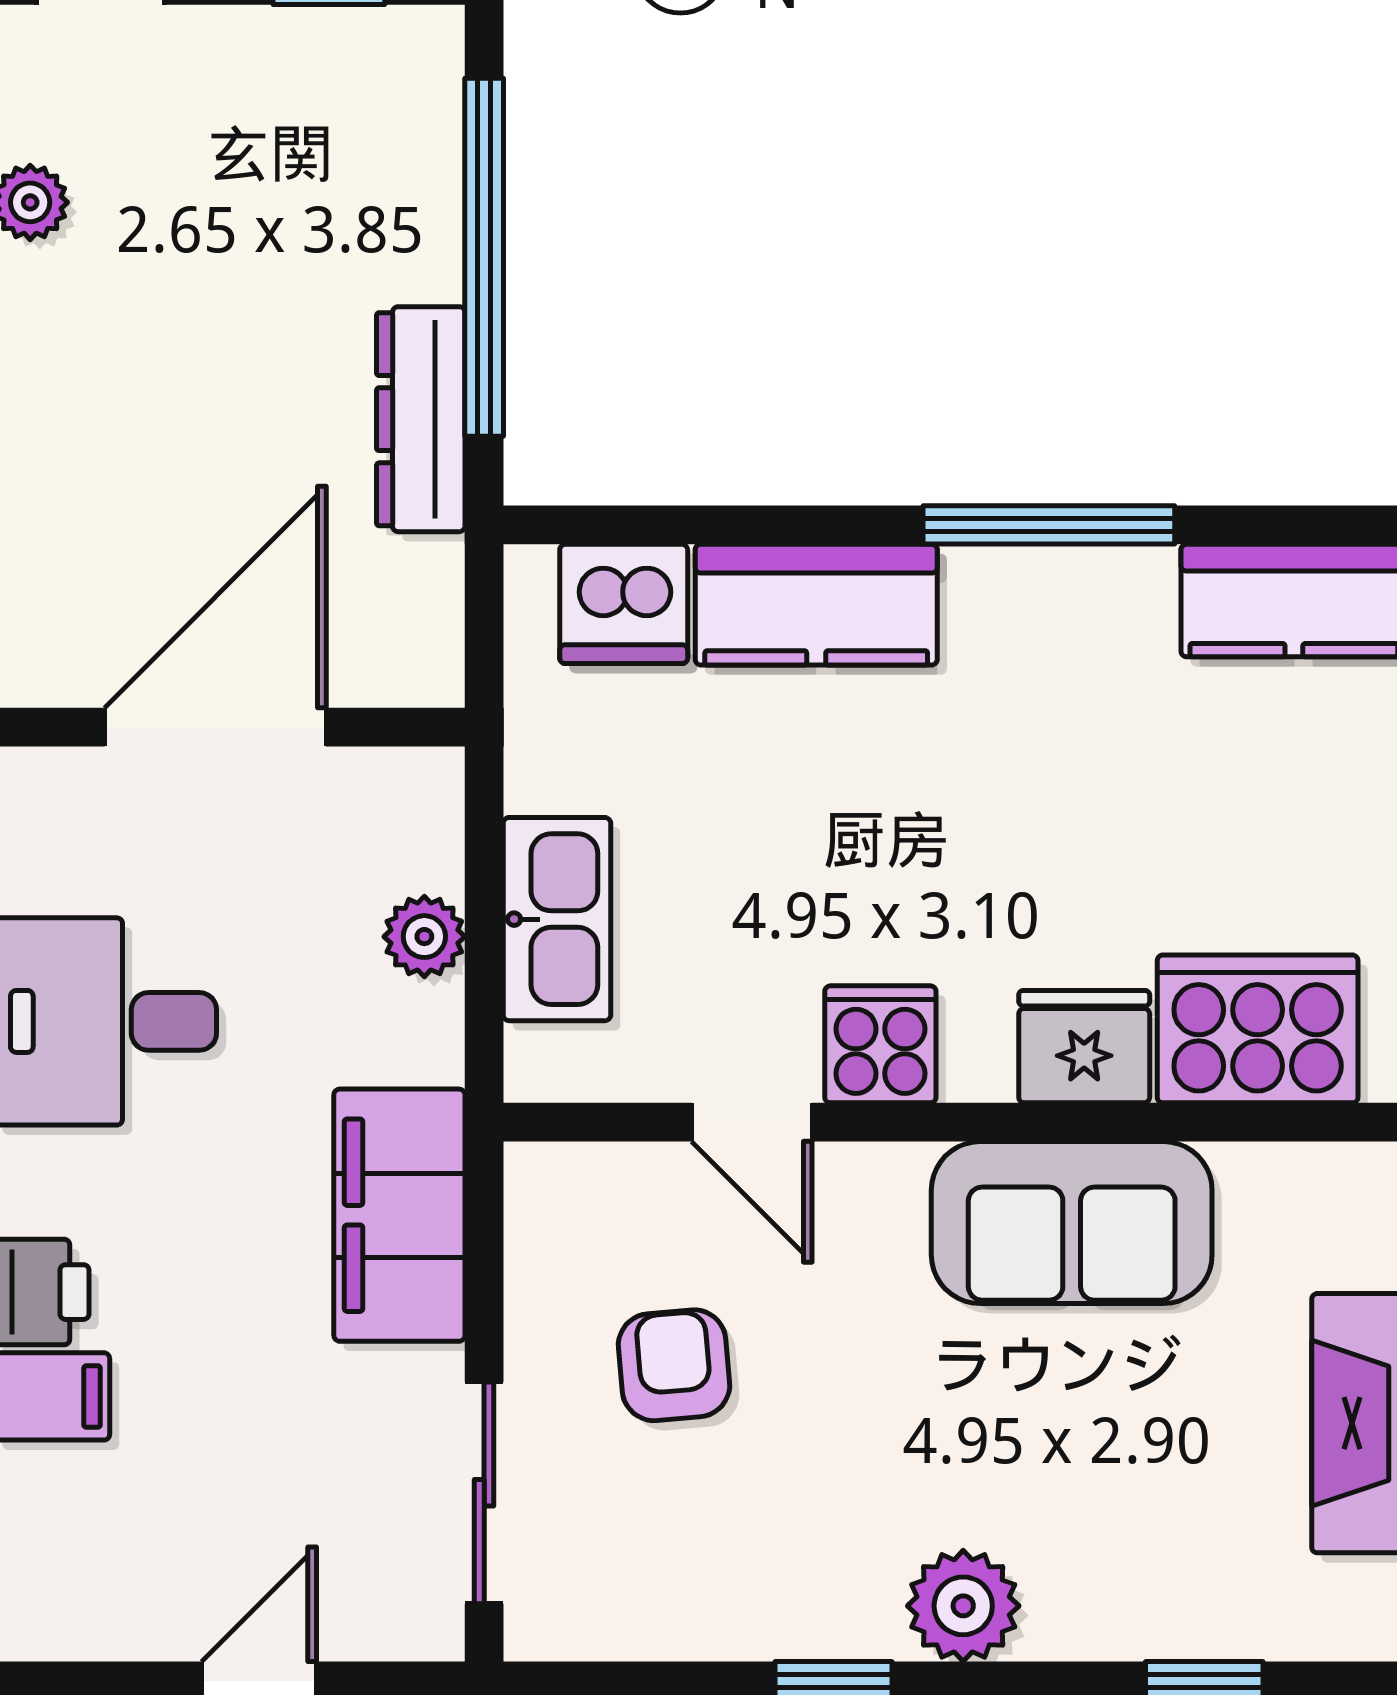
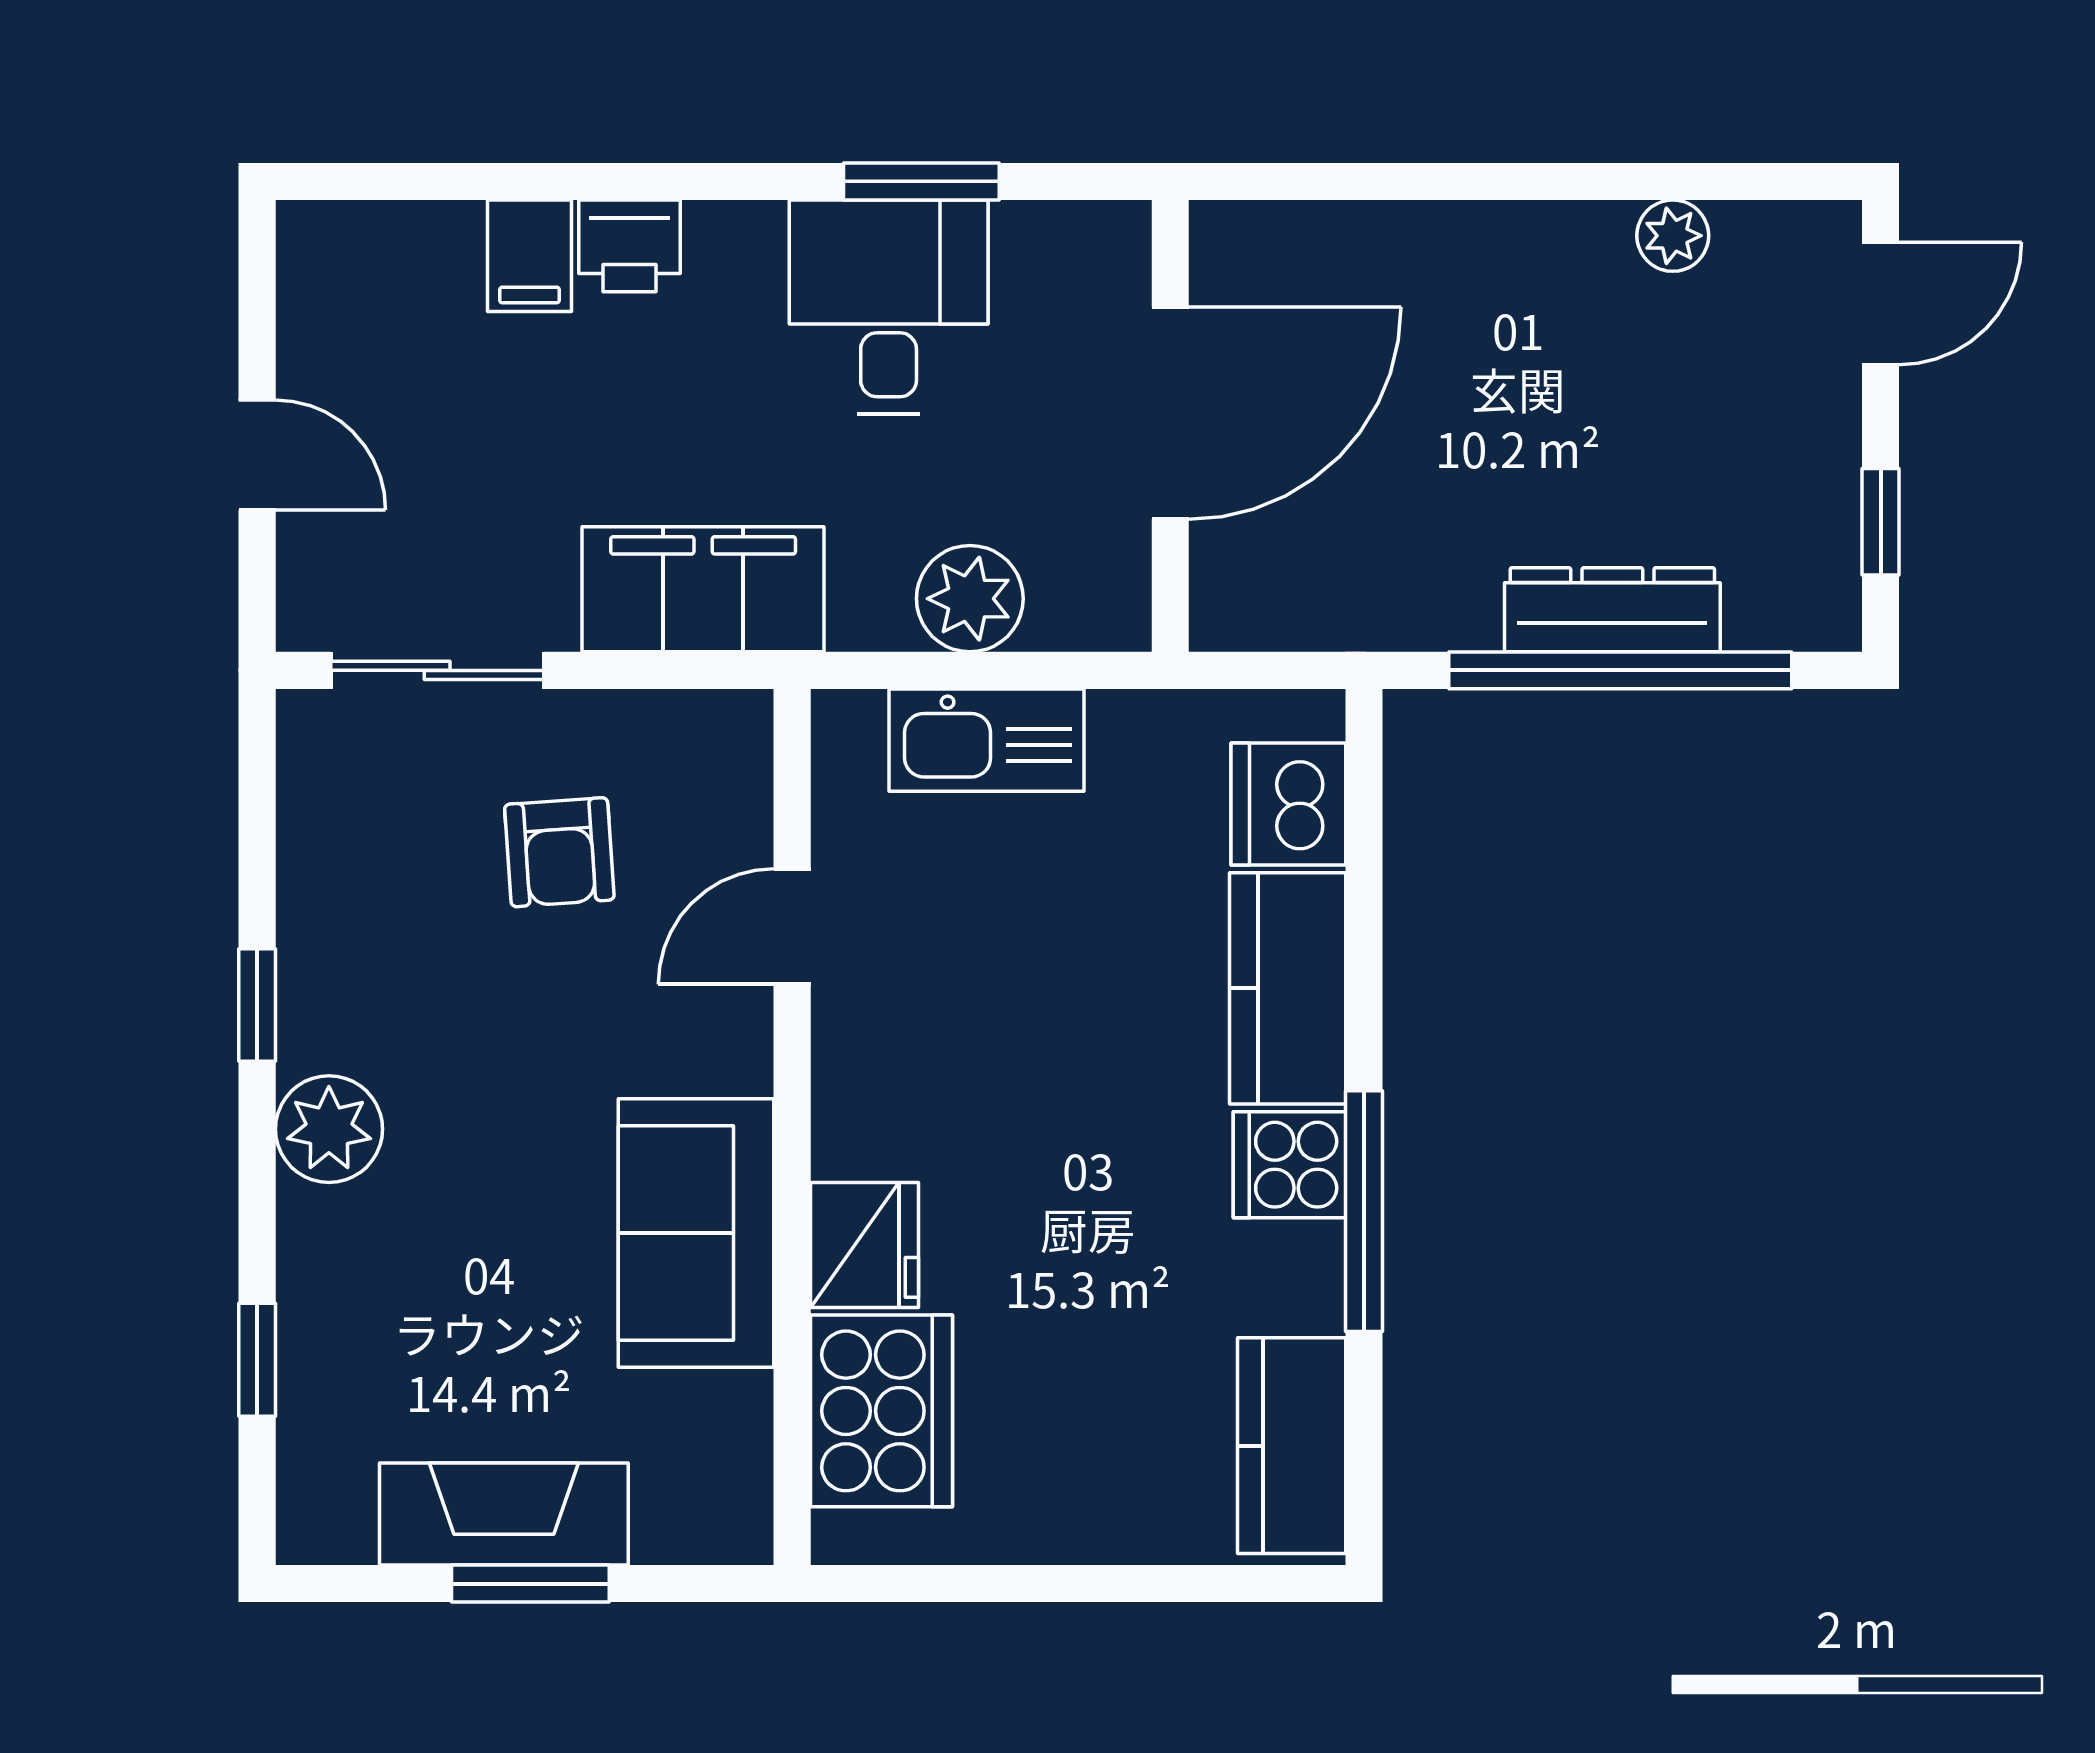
dresser: (421, 419) -> (1612, 610), moved
door: (215, 727) -> (1170, 413), hinge flipped
plant: (424, 937) -> (970, 599), width x1.38, depth x1.38
cooker: (880, 1044) -> (1289, 1165), moved, turned 180
armchair: (674, 1365) -> (559, 852), turned 91

